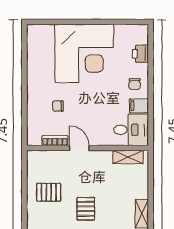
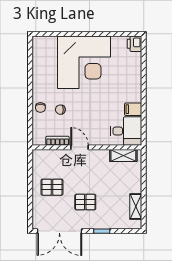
printer: (140, 54) -> (134, 44), moved
chair: (135, 84) -> (40, 108), moved
pallet: (86, 209) -> (85, 202), turned 90

